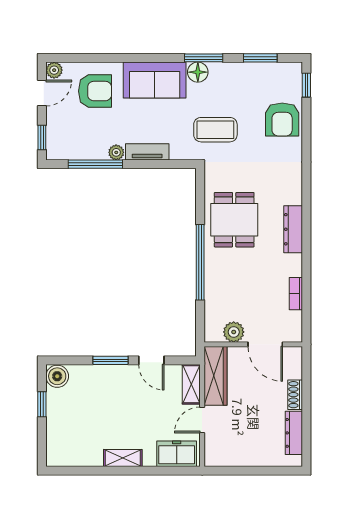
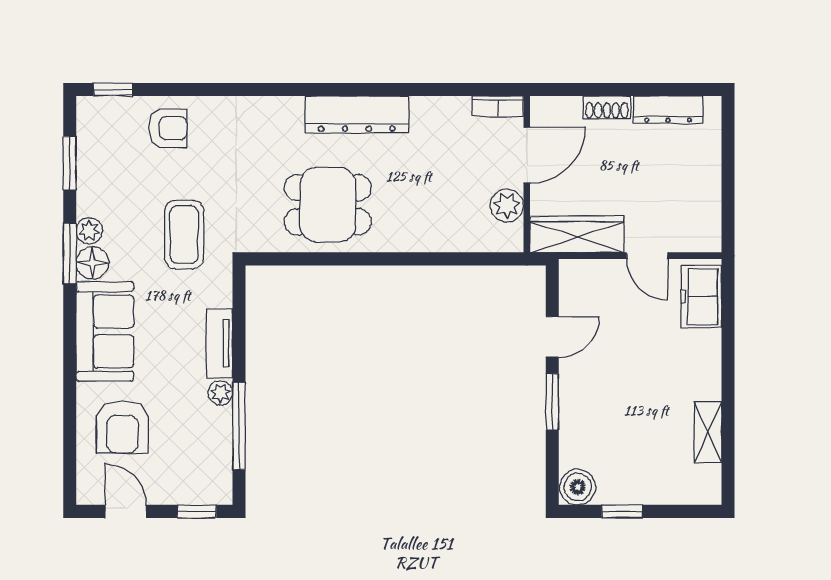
plant: (54, 70) -> (89, 231), moved
armchair: (95, 91) -> (122, 427), turned 180
armchair: (282, 119) -> (168, 128), width x0.72, depth x0.72
dresser: (293, 229) -> (357, 114), width x1.37, depth x1.24
window: (200, 262) -> (396, 259), removed
bookcase: (296, 294) -> (498, 106), moved
shelving: (191, 384) -> (590, 273), removed
shelving: (123, 458) -> (708, 432), moved

